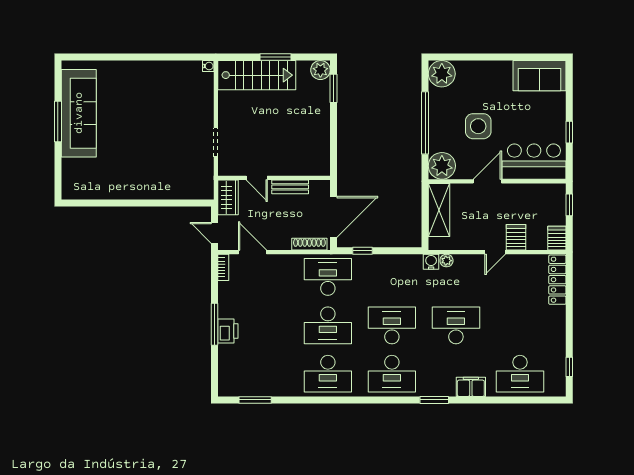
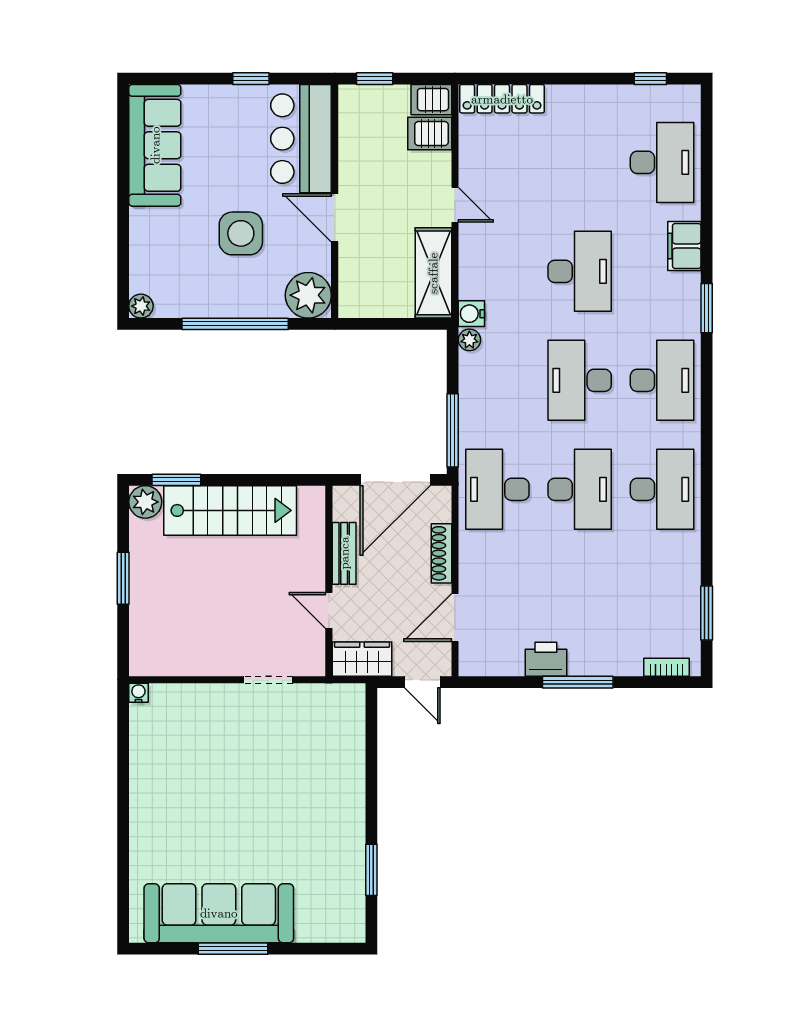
plant: (442, 74) -> (141, 306), width x0.53, depth x0.53
stairs: (257, 75) -> (230, 510), moved, turned 90
sofa: (540, 76) -> (155, 145), width x1.36
door: (257, 178) -> (329, 610), swing flipped
window: (104, 203) -> (371, 870), added
shelving: (439, 210) -> (433, 273), moved, turned 90
door: (333, 217) -> (395, 480), swing flipped
door: (215, 233) -> (422, 682), hinge flipped
server rack: (516, 237) -> (430, 134), moved
shoe rack: (309, 244) -> (441, 553), moved
window: (363, 251) -> (453, 430), width x2.17
plant: (446, 261) -> (469, 340), moved
bookcase: (223, 267) -> (666, 667), moved
desk: (456, 325) -> (580, 271), turned 180
printer: (228, 331) -> (546, 659), moved

